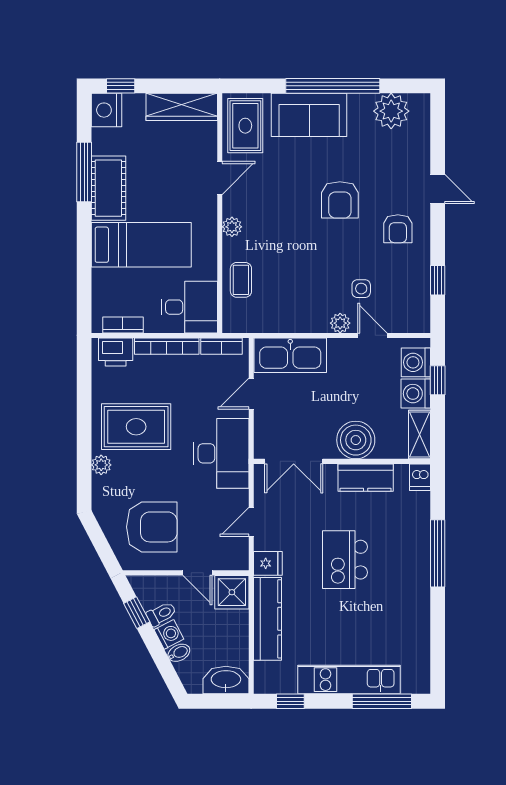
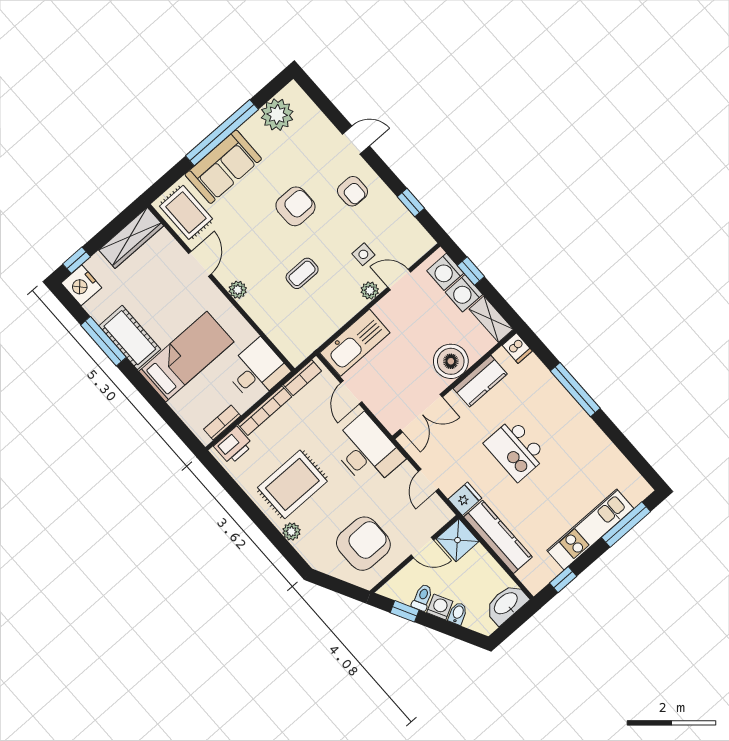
armchair: (340, 200) -> (295, 206), turned -90
coffee table: (241, 280) -> (302, 273), moved, turned 90

